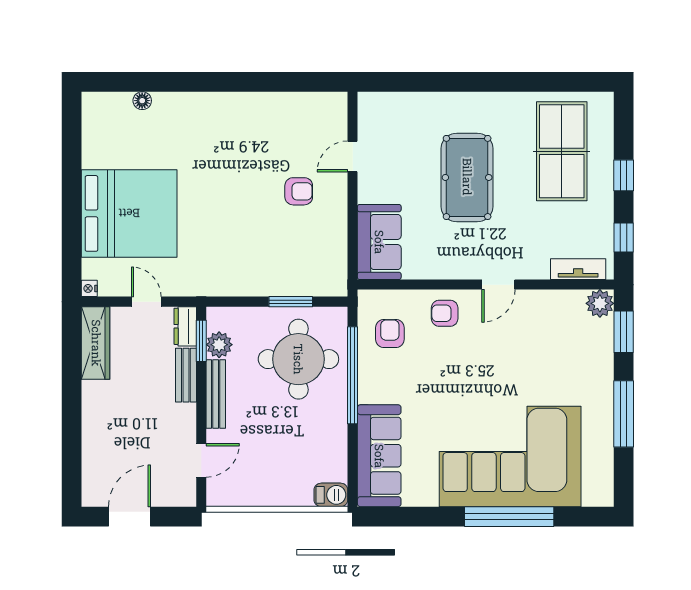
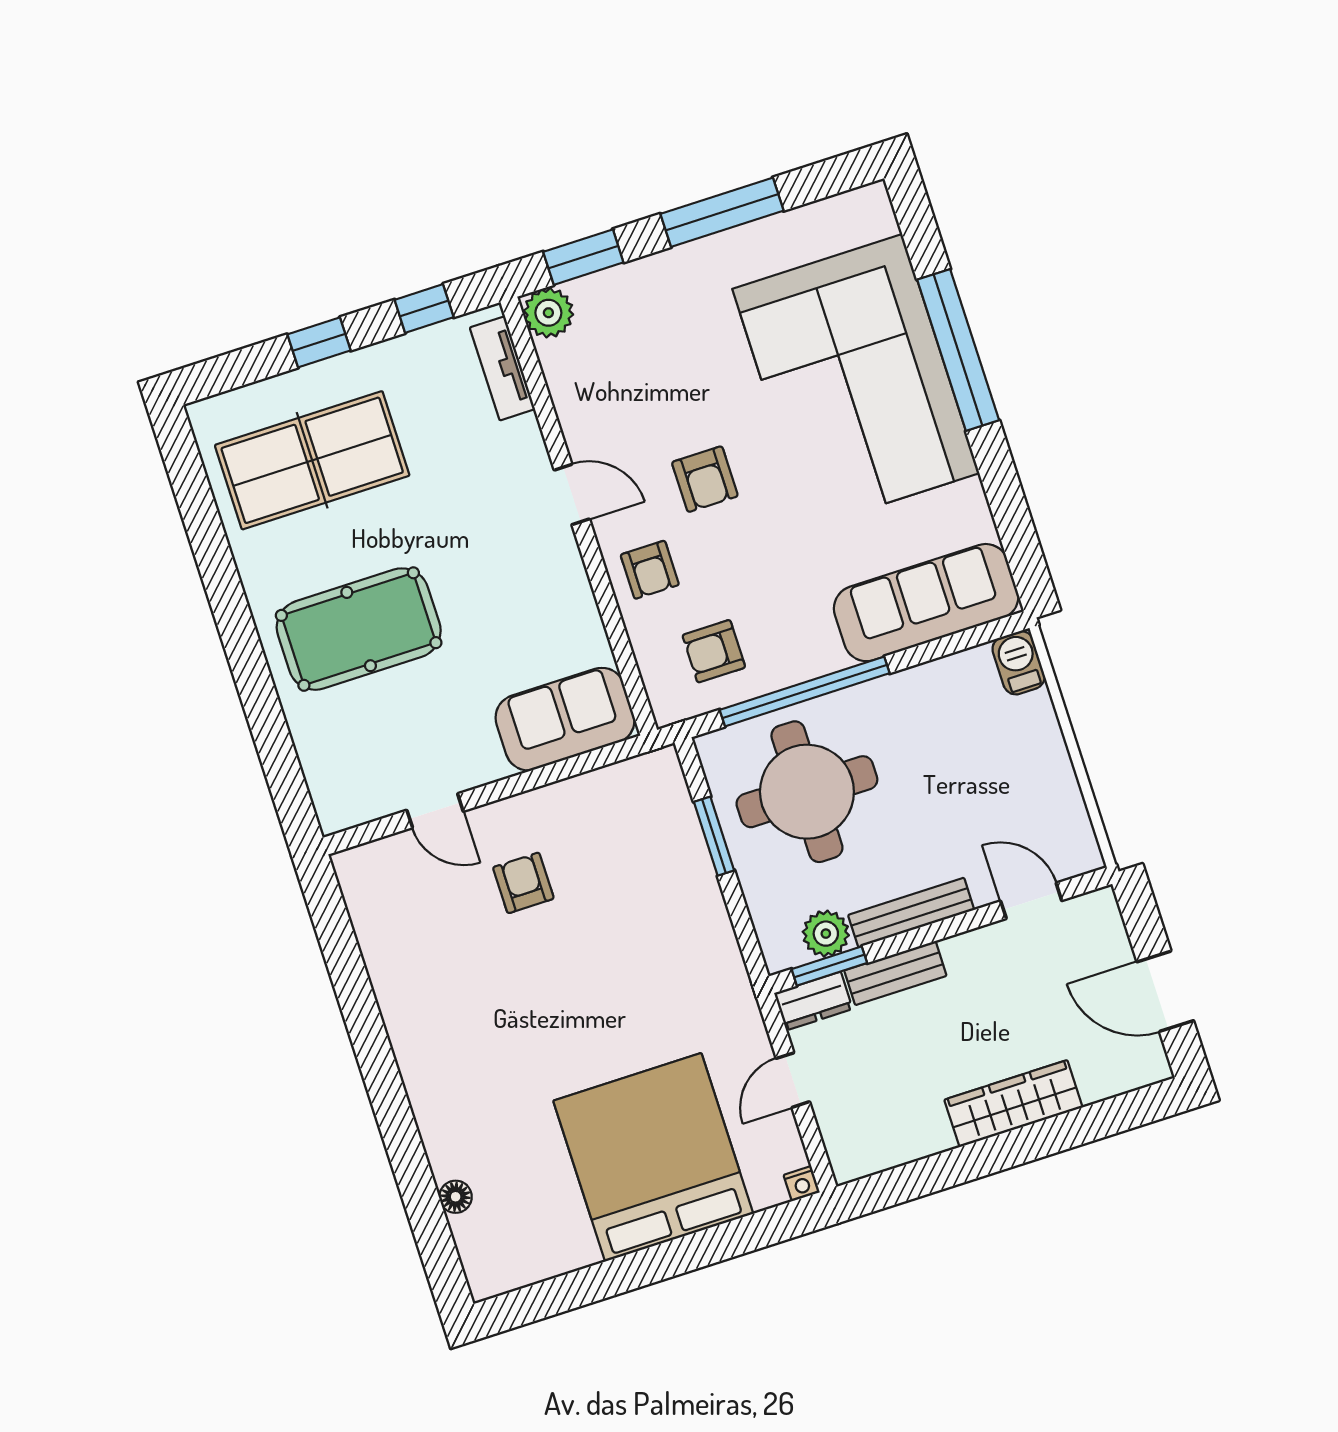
pool table: (467, 177) -> (359, 629), moved
wardrobe: (96, 343) -> (1013, 1104), moved
armchair: (484, 359) -> (705, 479), added

